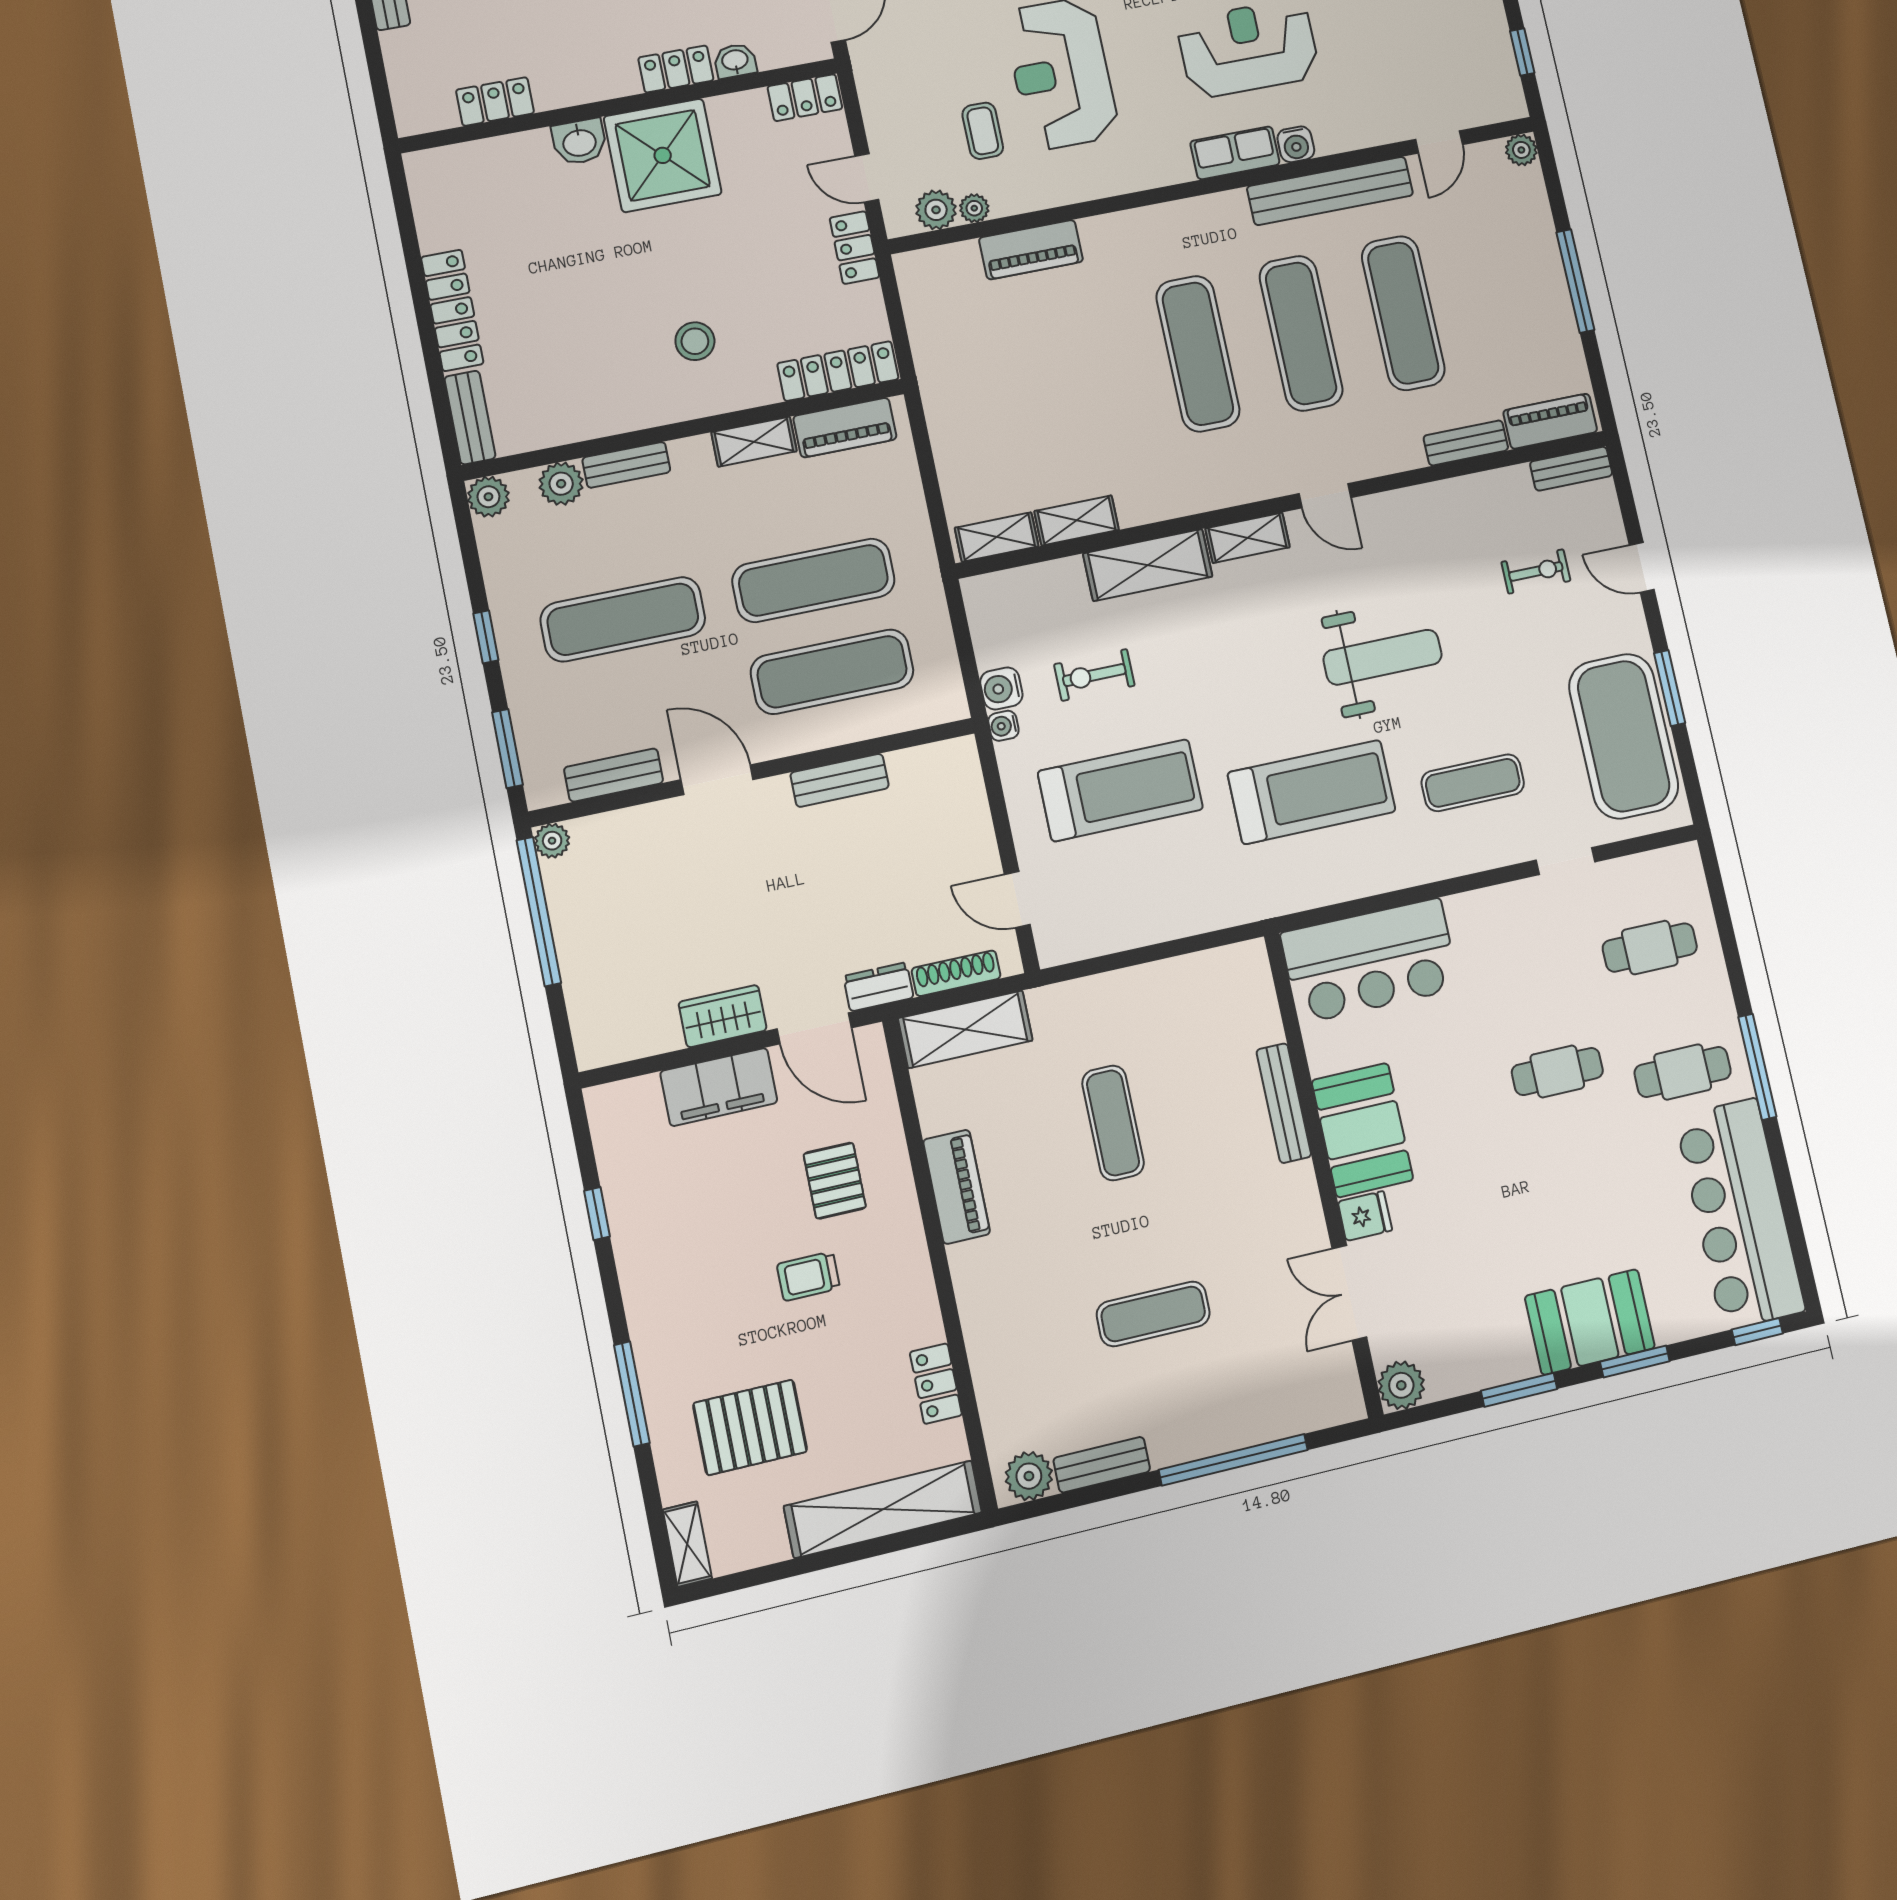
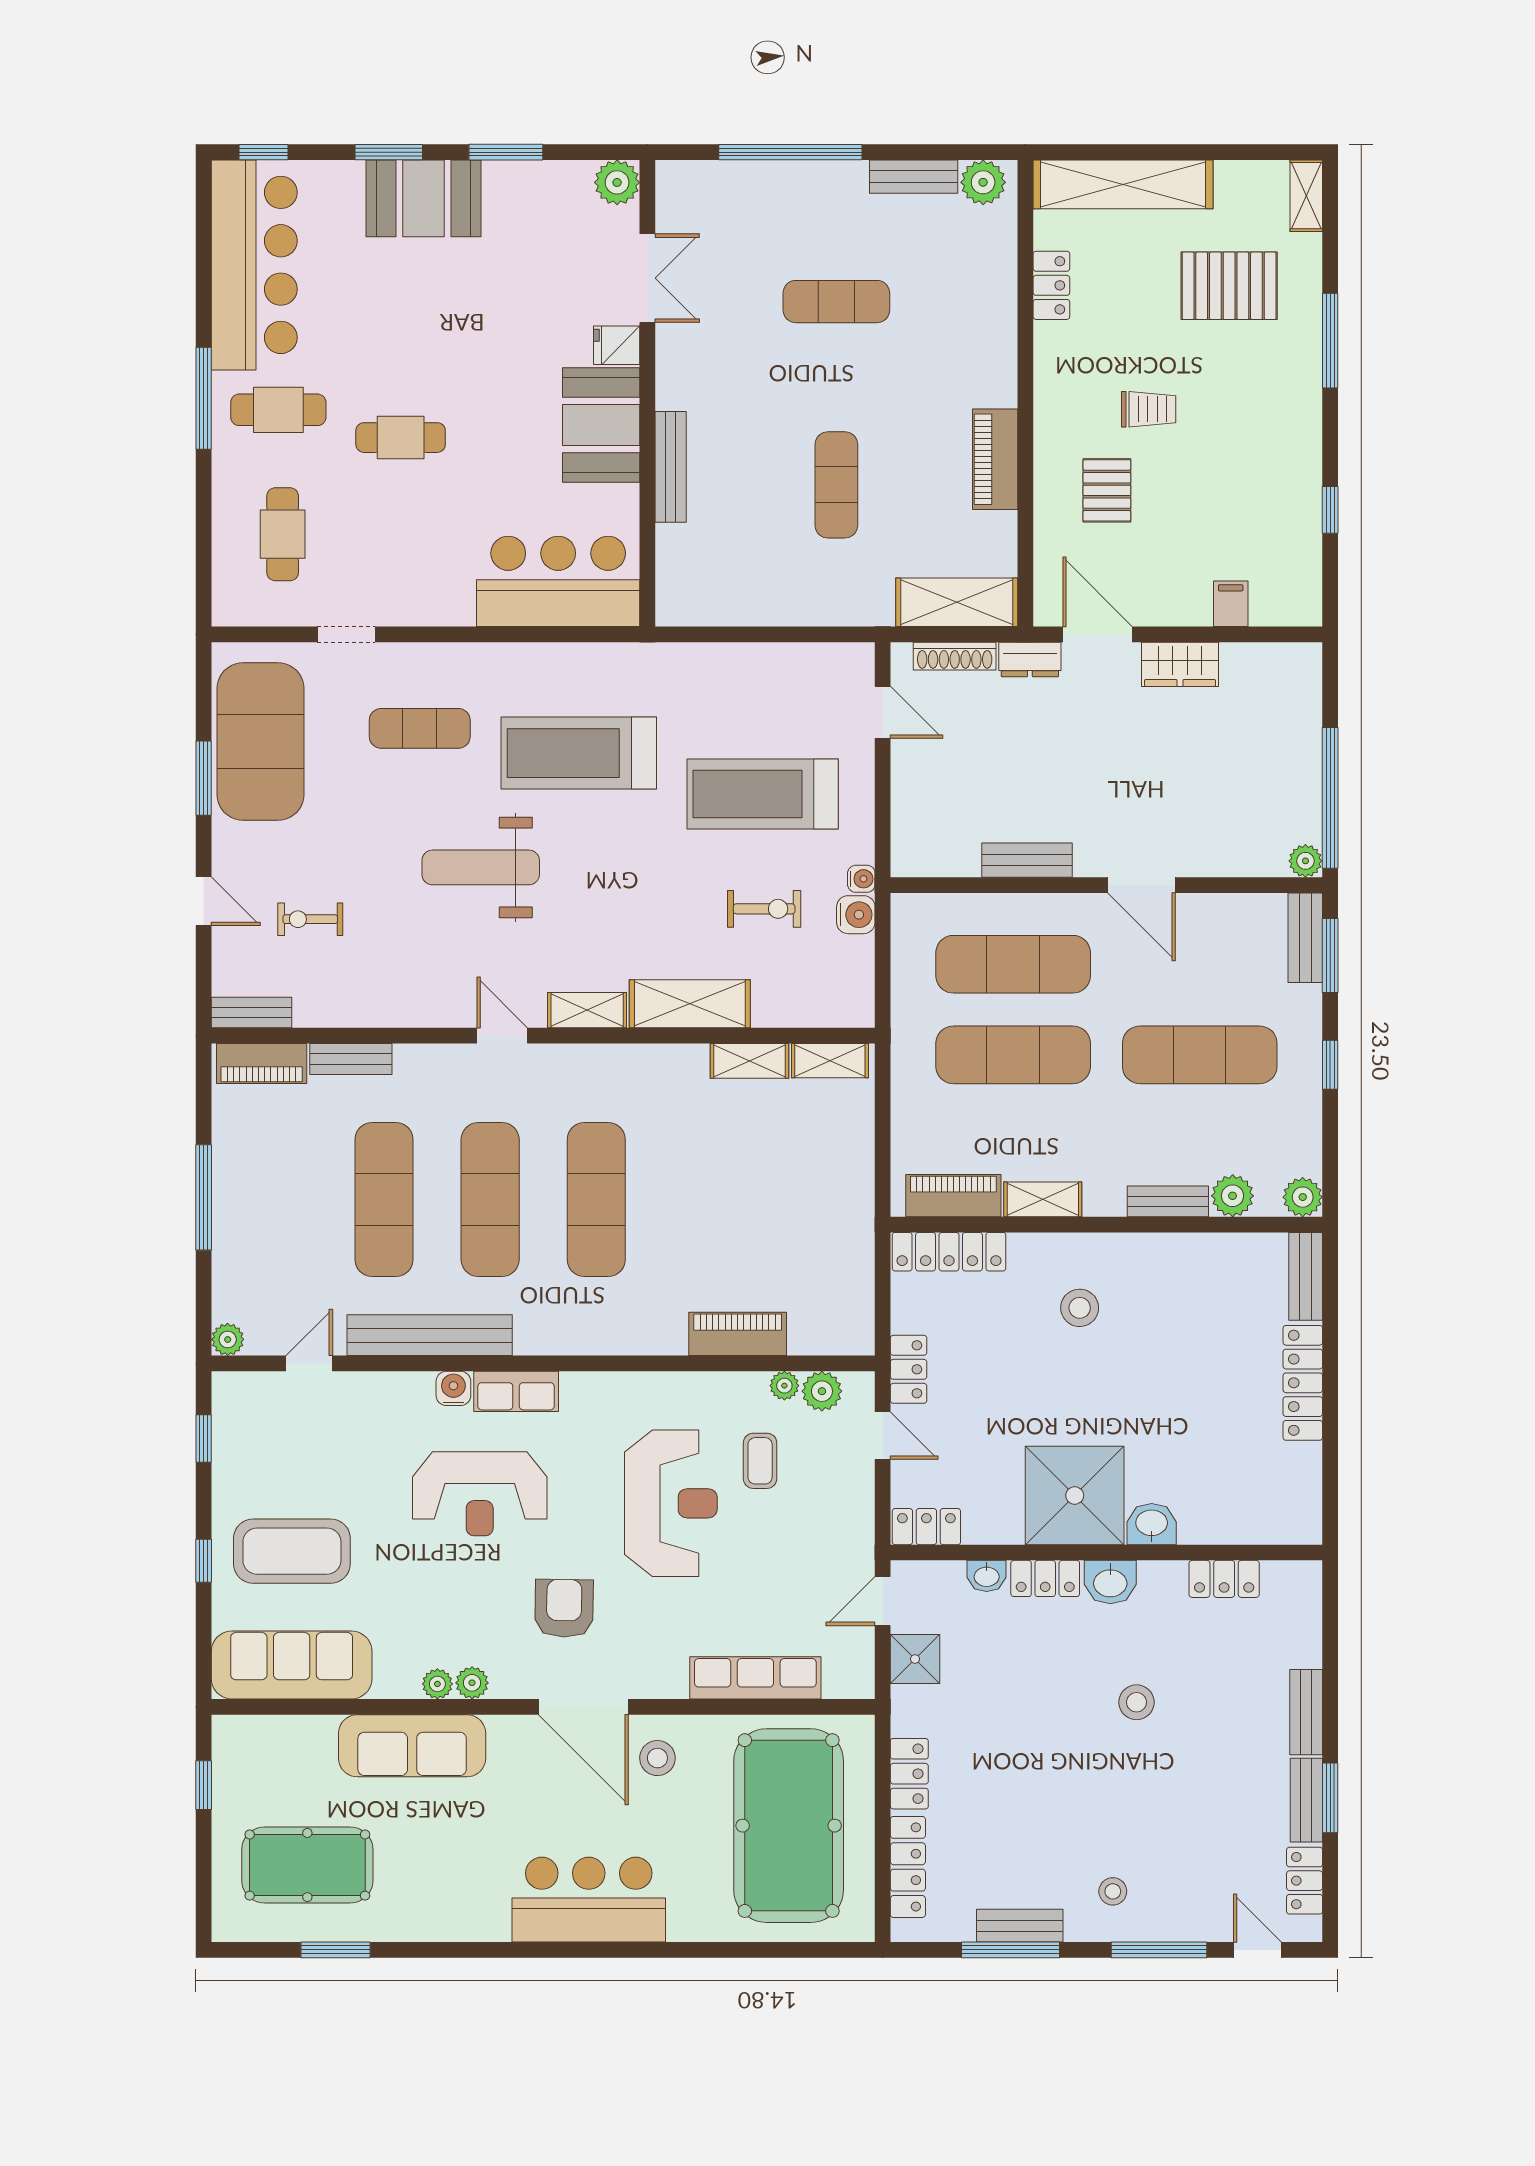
washbasin: (610, 77) -> (1110, 1582), added
bench: (614, 775) -> (1305, 938), moved, turned 90
cafe table: (1650, 948) -> (283, 534), turned 90
filing cabinet: (719, 1087) -> (1231, 604), width x0.33, depth x0.86

